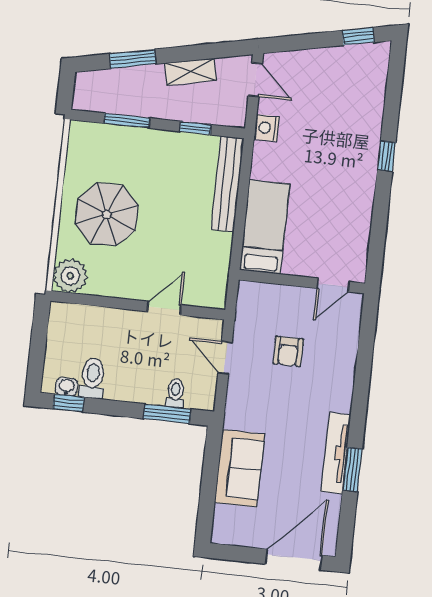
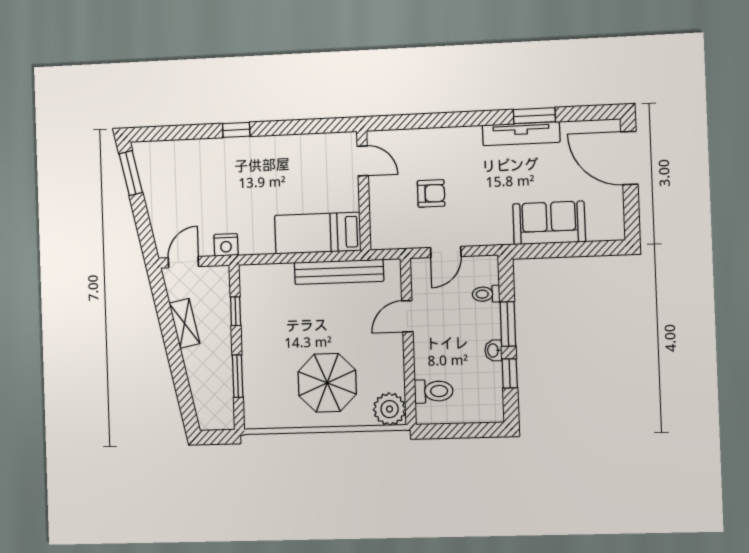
window: (358, 36) -> (131, 173), width x1.50
window: (133, 59) -> (180, 379), removed
bench: (227, 184) -> (339, 272), moved
door: (164, 308) -> (407, 316), hinge flipped
toilet: (93, 378) -> (434, 391), moved, turned 180
washbasin: (67, 387) -> (493, 350), moved
window: (68, 403) -> (510, 373), moved
window: (167, 414) -> (508, 324), moved

